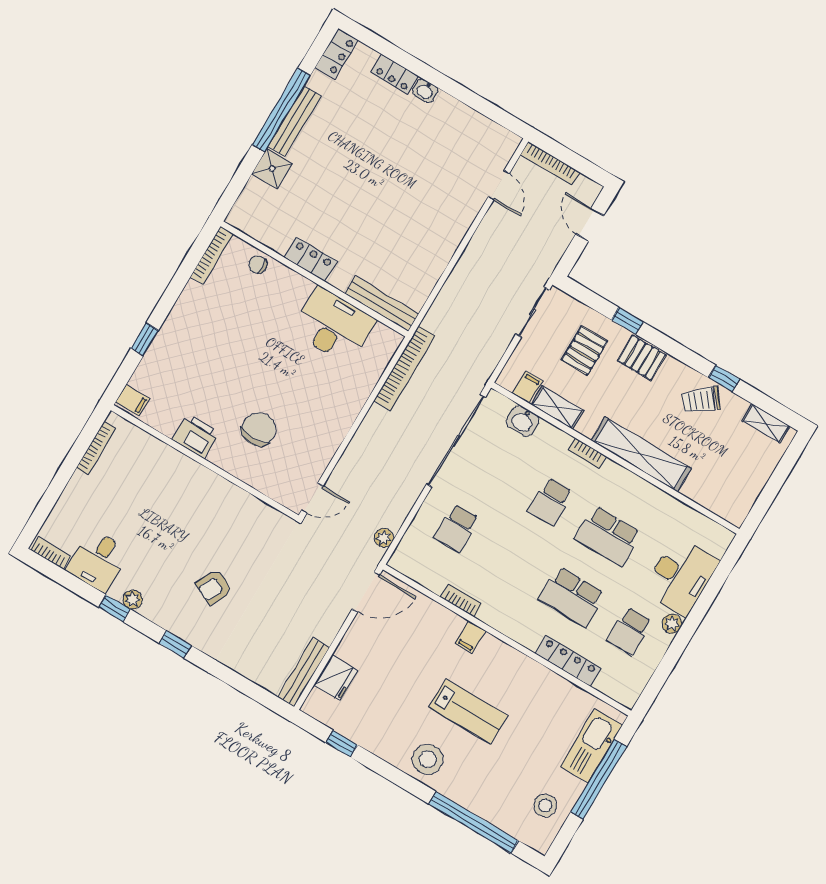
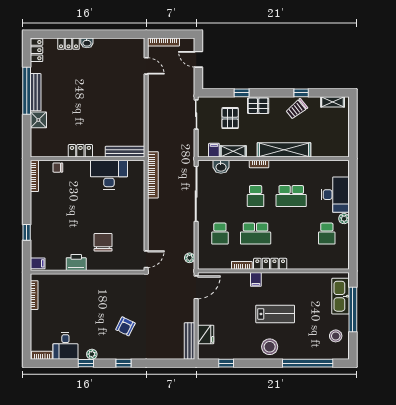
school desk: (572, 597) -> (256, 234), moved
locker: (568, 661) -> (270, 264), moved

